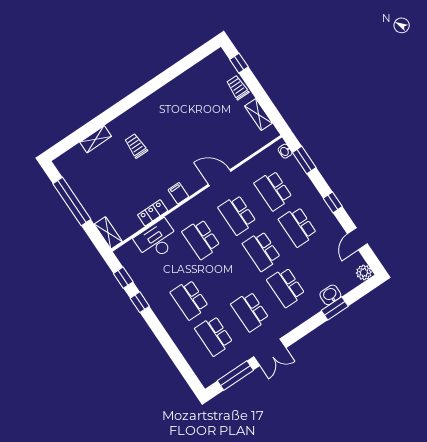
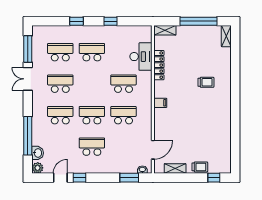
shelving: (96, 139) -> (226, 36), moved
door: (220, 178) -> (153, 150), moved
school desk: (273, 190) -> (123, 147), removed
filing cabinet: (178, 193) -> (160, 103), moved
window: (333, 202) -> (79, 178), moved
locker: (153, 213) -> (159, 65), width x1.53
door: (357, 239) -> (60, 178), hinge flipped
window: (123, 278) -> (76, 21), moved
washbasin: (330, 295) -> (38, 153), moved
window: (335, 308) -> (28, 136), width x2.11

